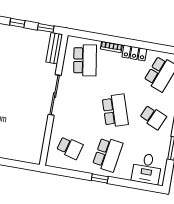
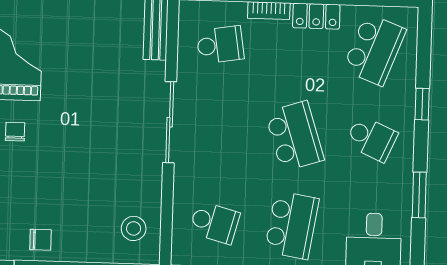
school desk: (85, 60) -> (220, 45), width x0.54
stool: (29, 145) -> (134, 228), added

